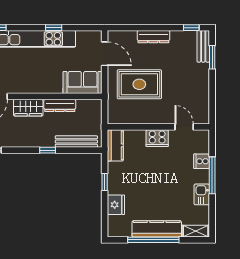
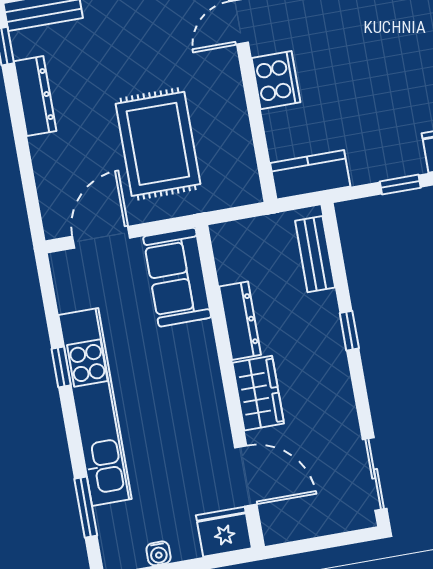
dresser: (153, 37) -> (35, 96), moved
bench: (76, 142) -> (315, 254), width x0.73

